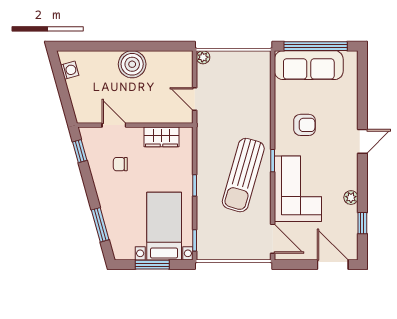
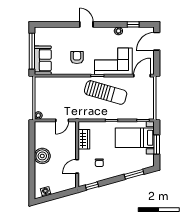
sofa: (309, 65) -> (43, 60), width x0.73

